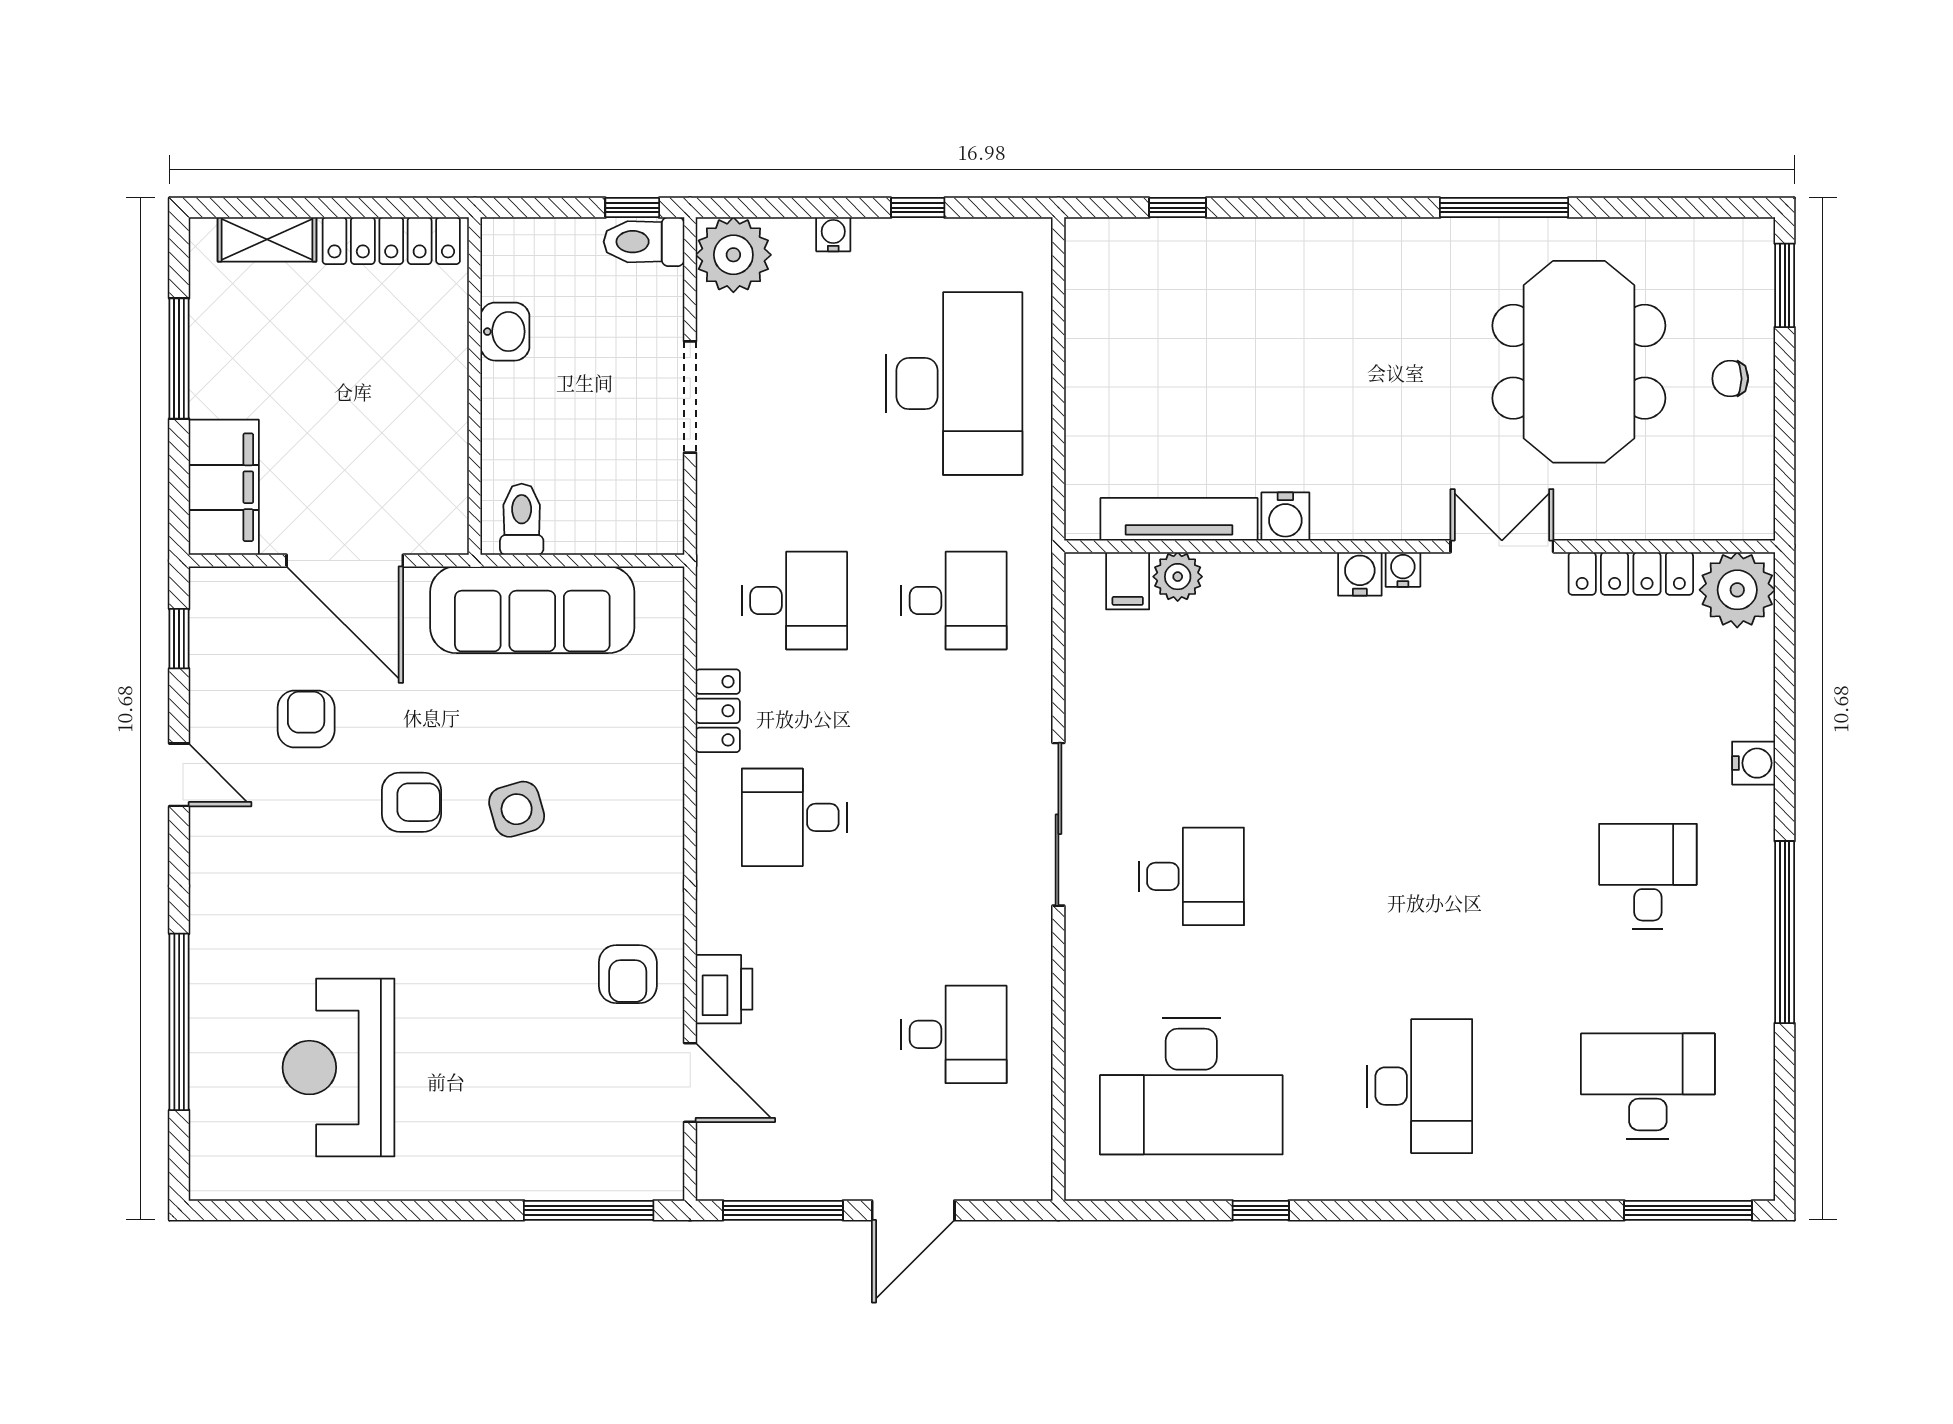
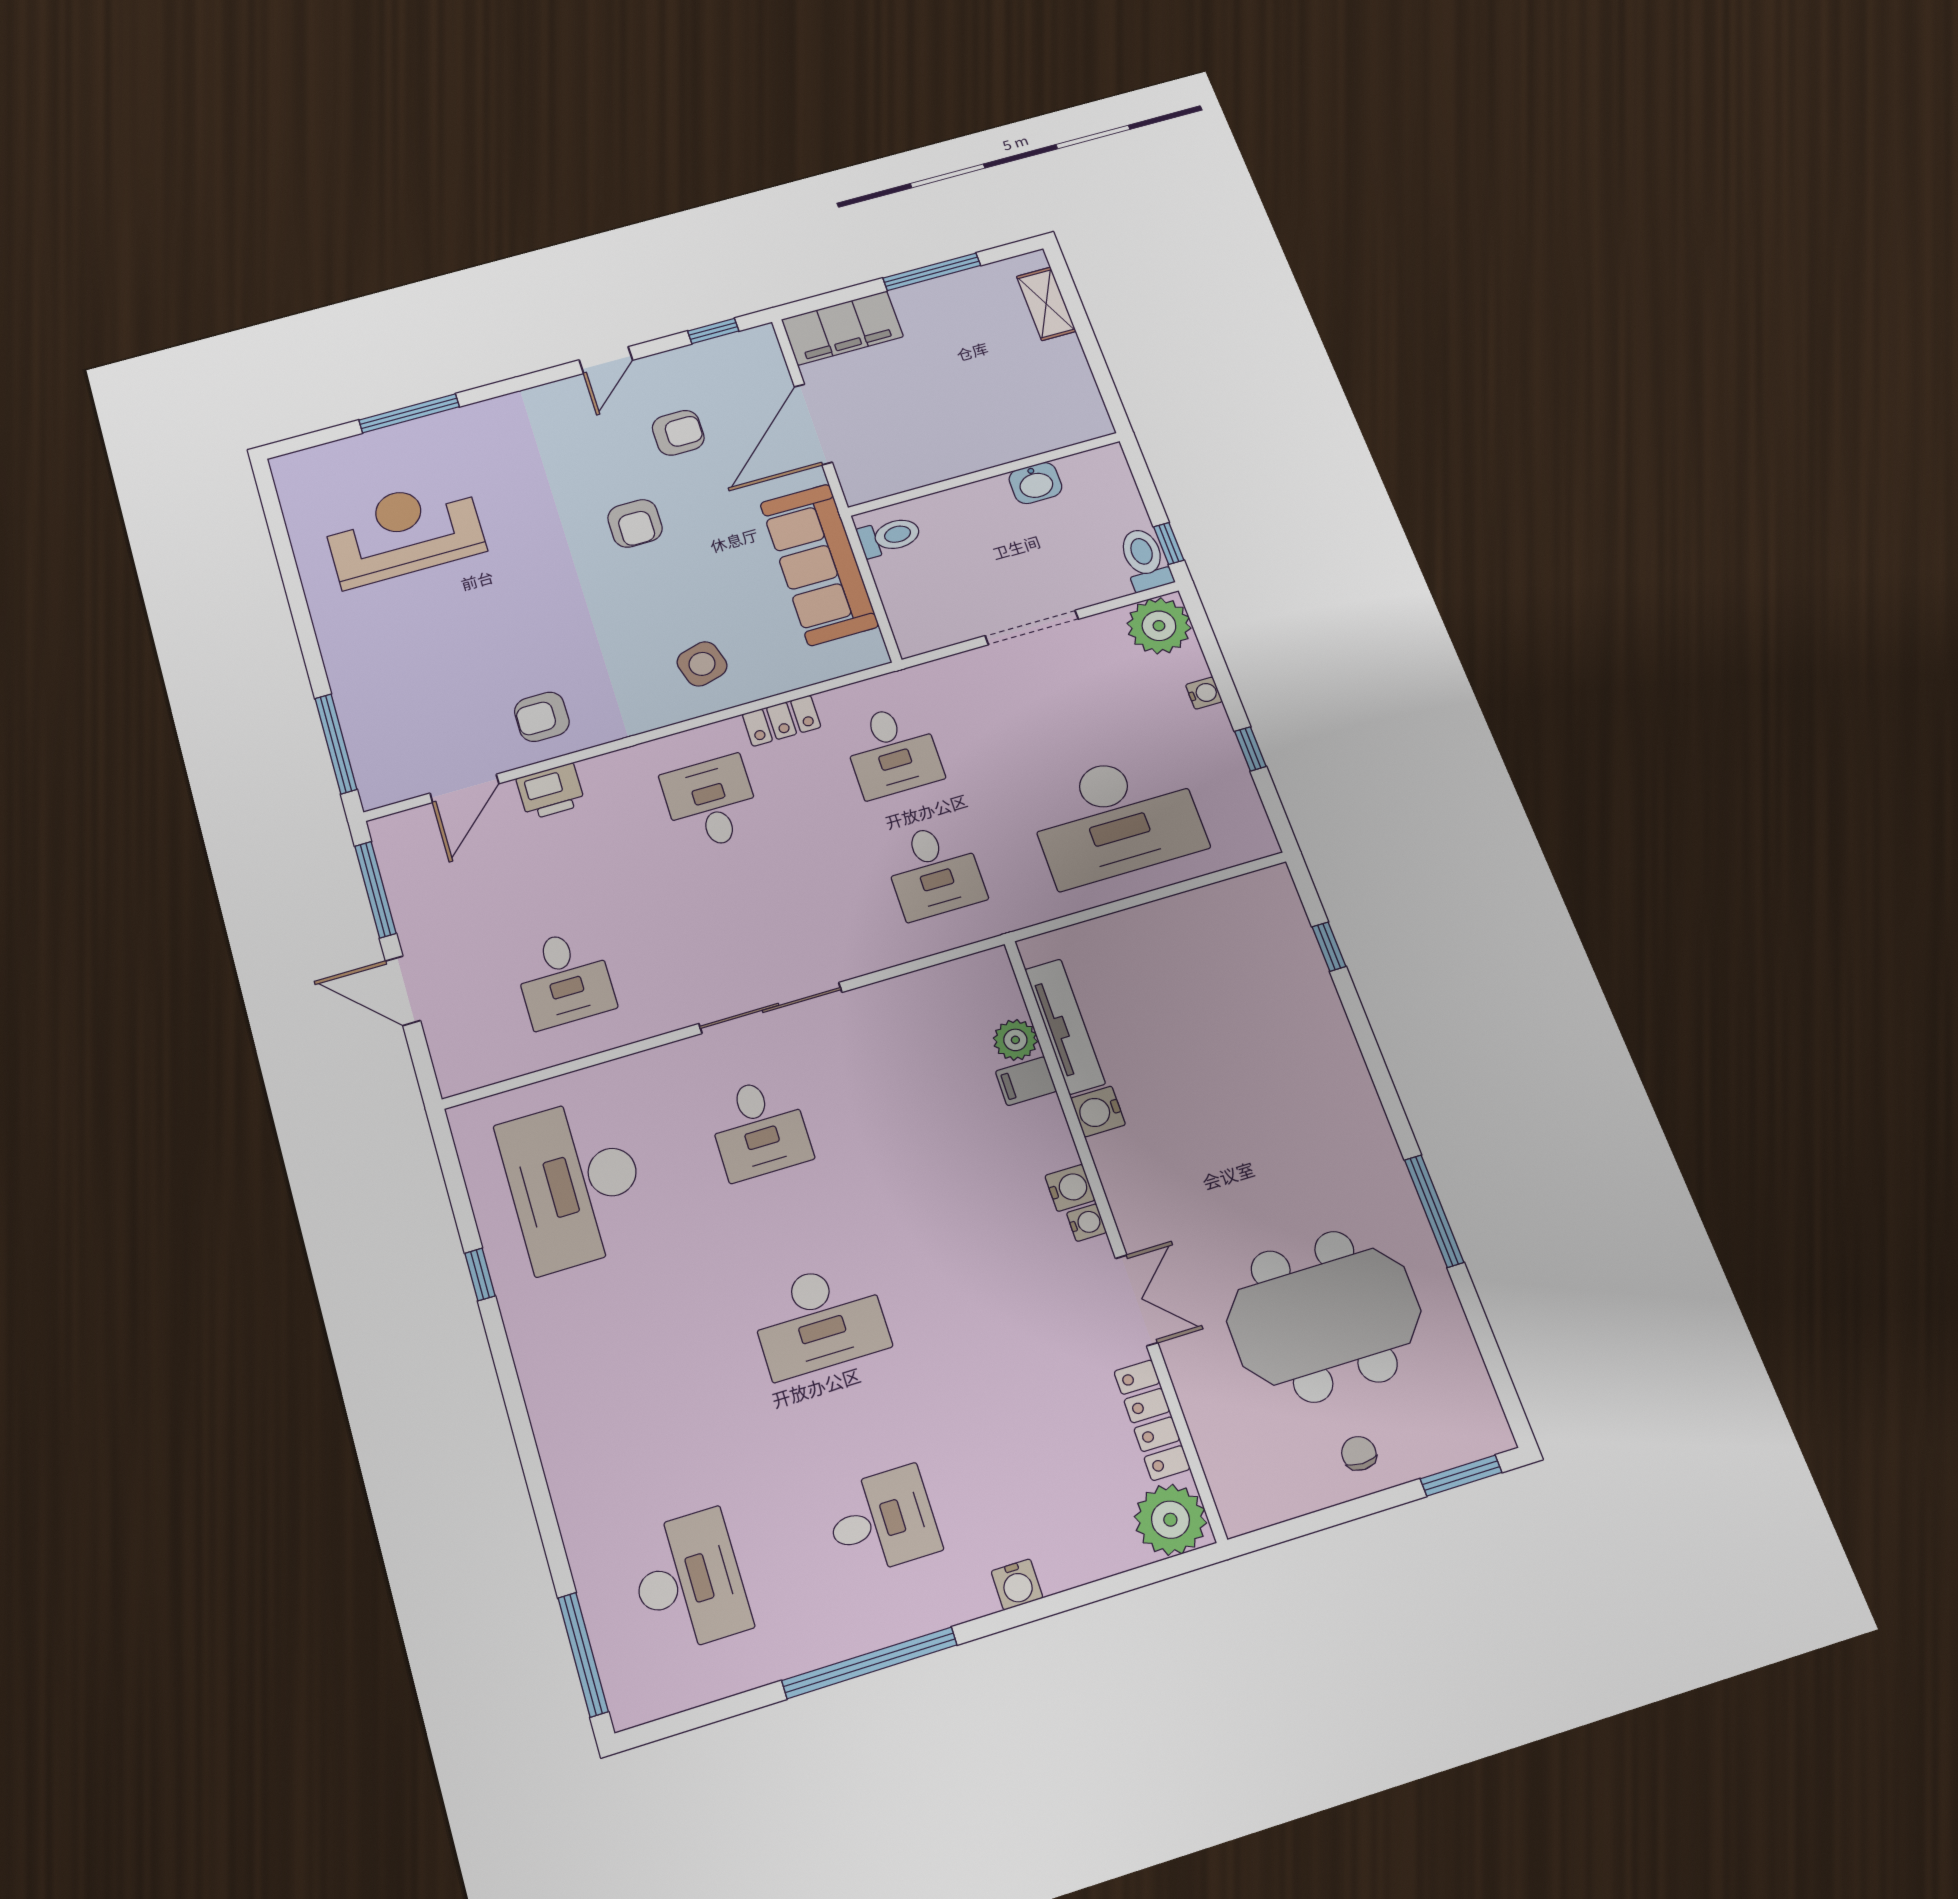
locker: (391, 241) -> (1077, 386), removed
filing cabinet: (1128, 581) -> (1026, 1081), moved
side table: (517, 809) -> (702, 664), moved
window: (179, 1022) -> (409, 413), width x0.68
desk: (1420, 1086) -> (819, 1320), moved

